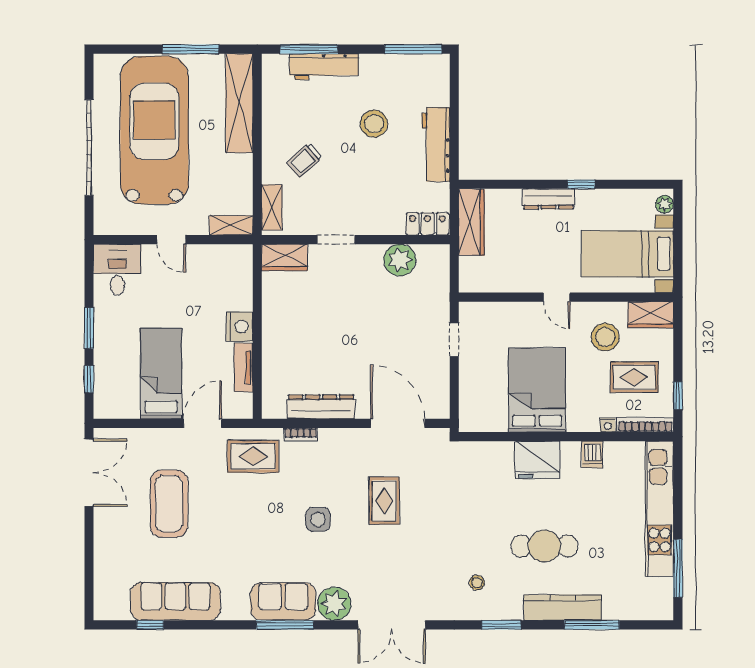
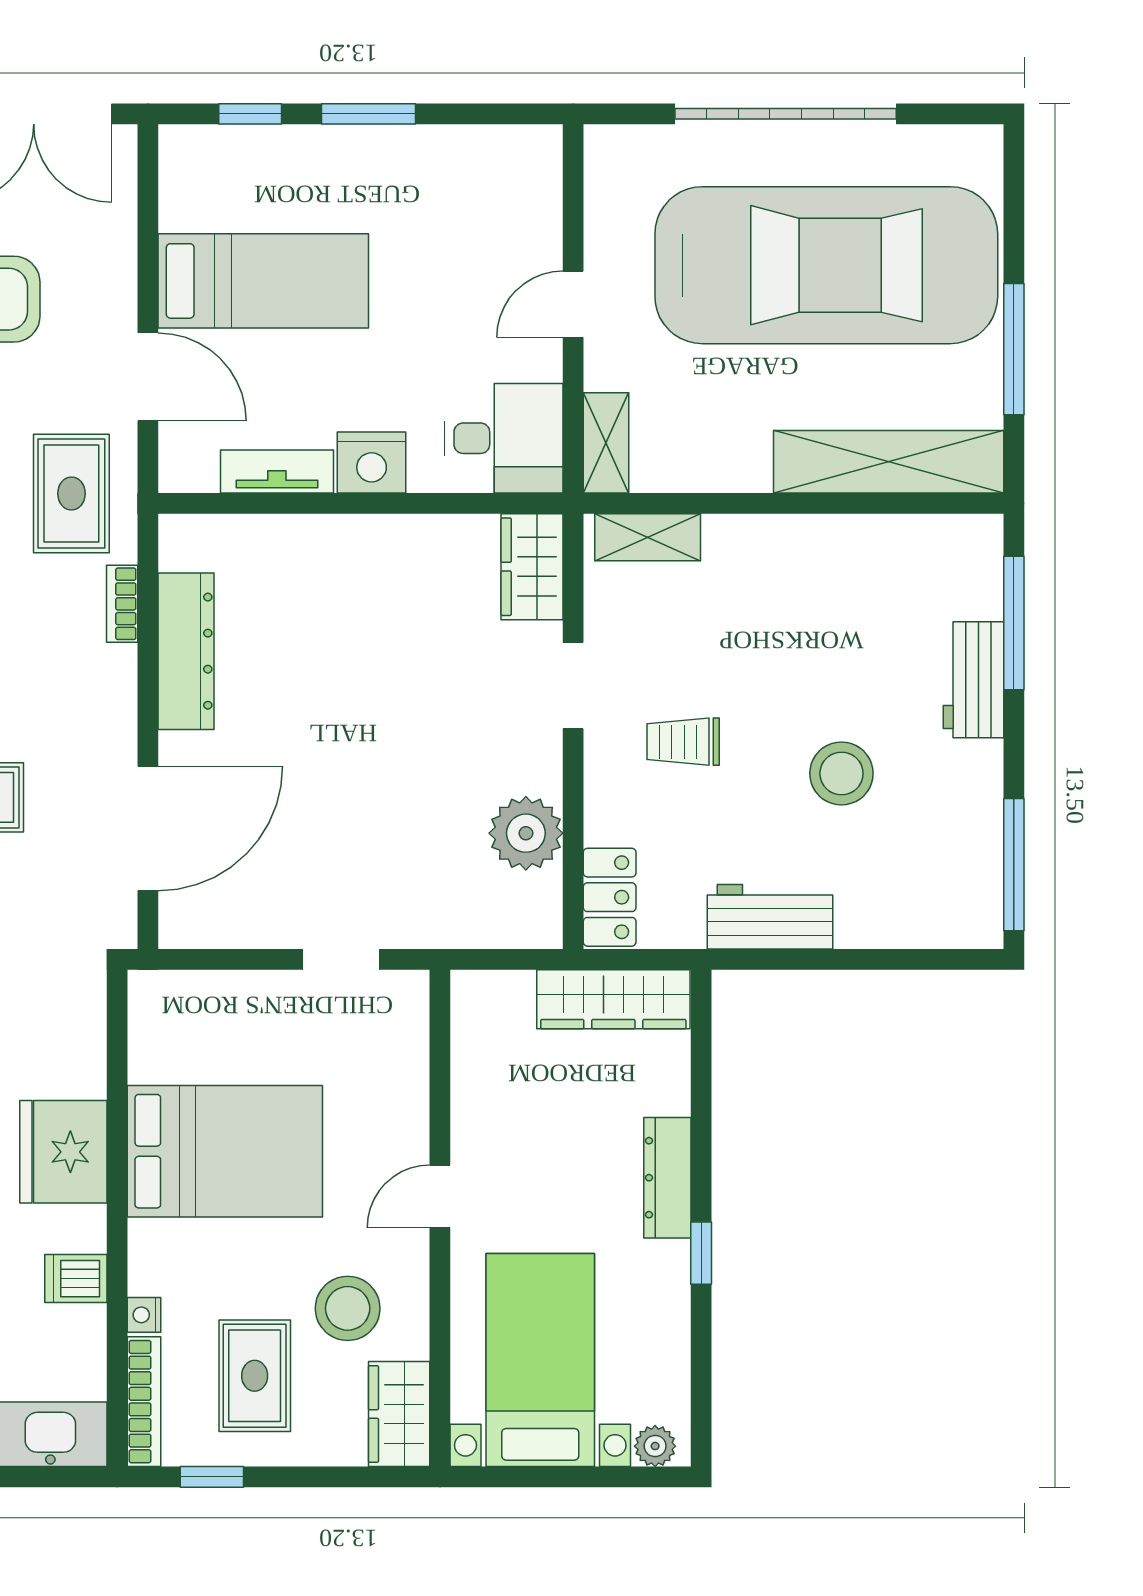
workbench: (324, 67) -> (973, 680), width x0.73
workbench: (436, 144) -> (770, 917), width x0.73
trolley: (304, 160) -> (683, 742), moved, turned -48
desk: (118, 270) -> (504, 438), moved

